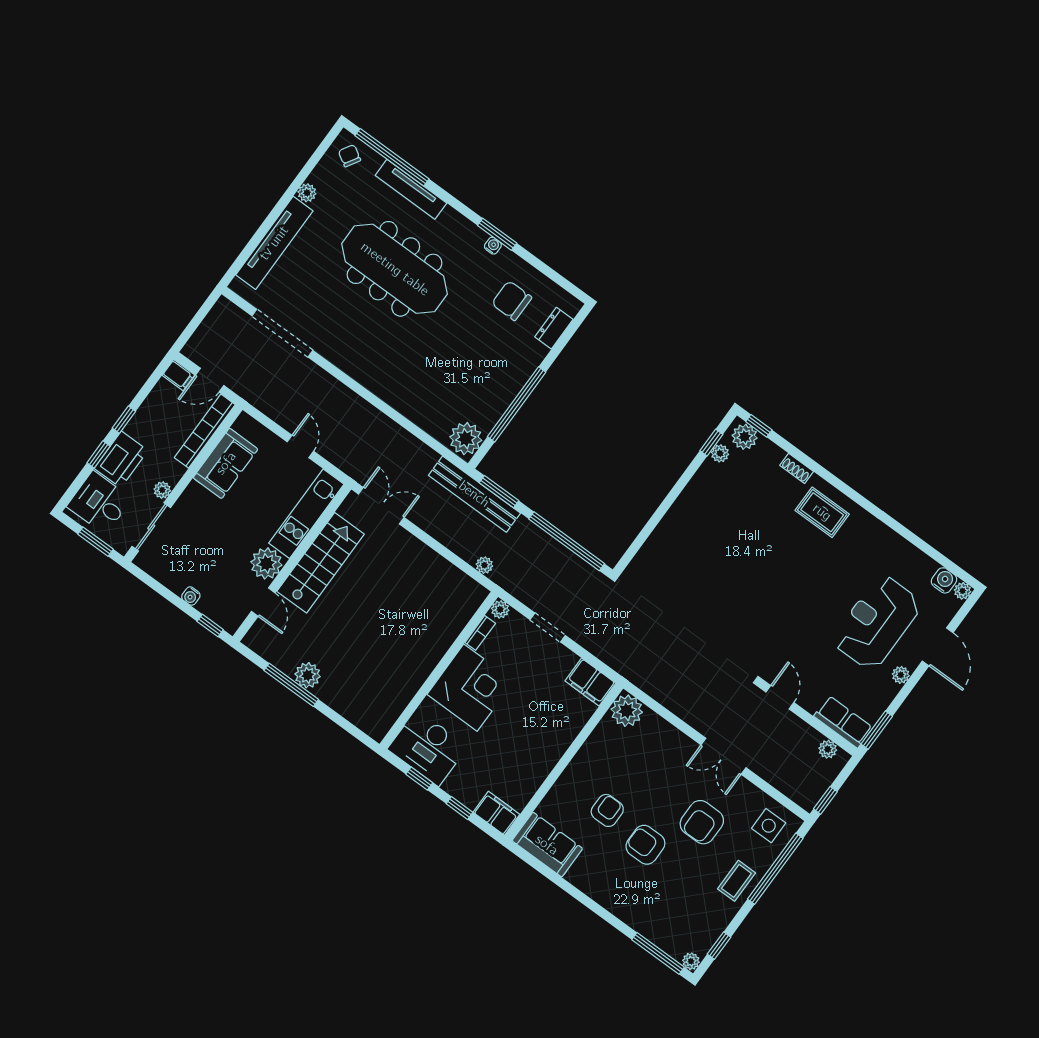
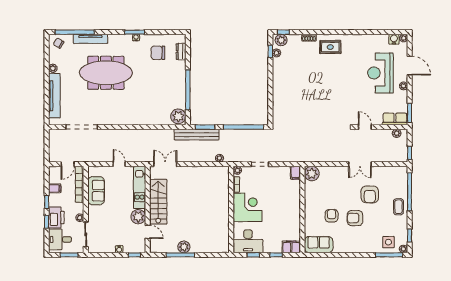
filing cabinet: (178, 375) -> (55, 188), moved
filing cabinet: (590, 682) -> (295, 173), width x0.50
side table: (769, 826) -> (388, 242), moved

